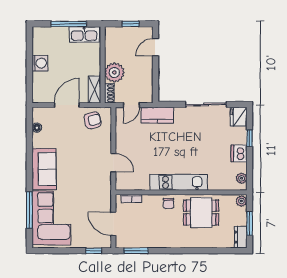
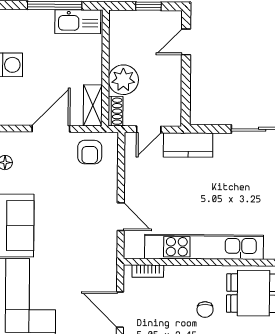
armchair: (93, 120) -> (90, 152), turned 103
kitchen unit: (179, 182) -> (204, 247), width x1.36
chair: (169, 203) -> (205, 310), moved

